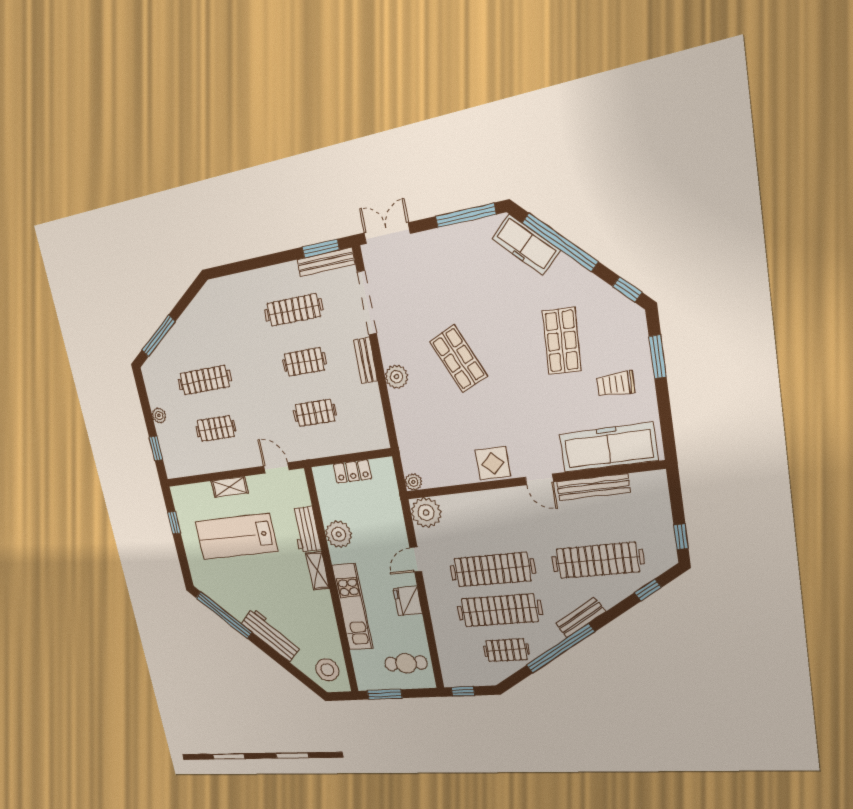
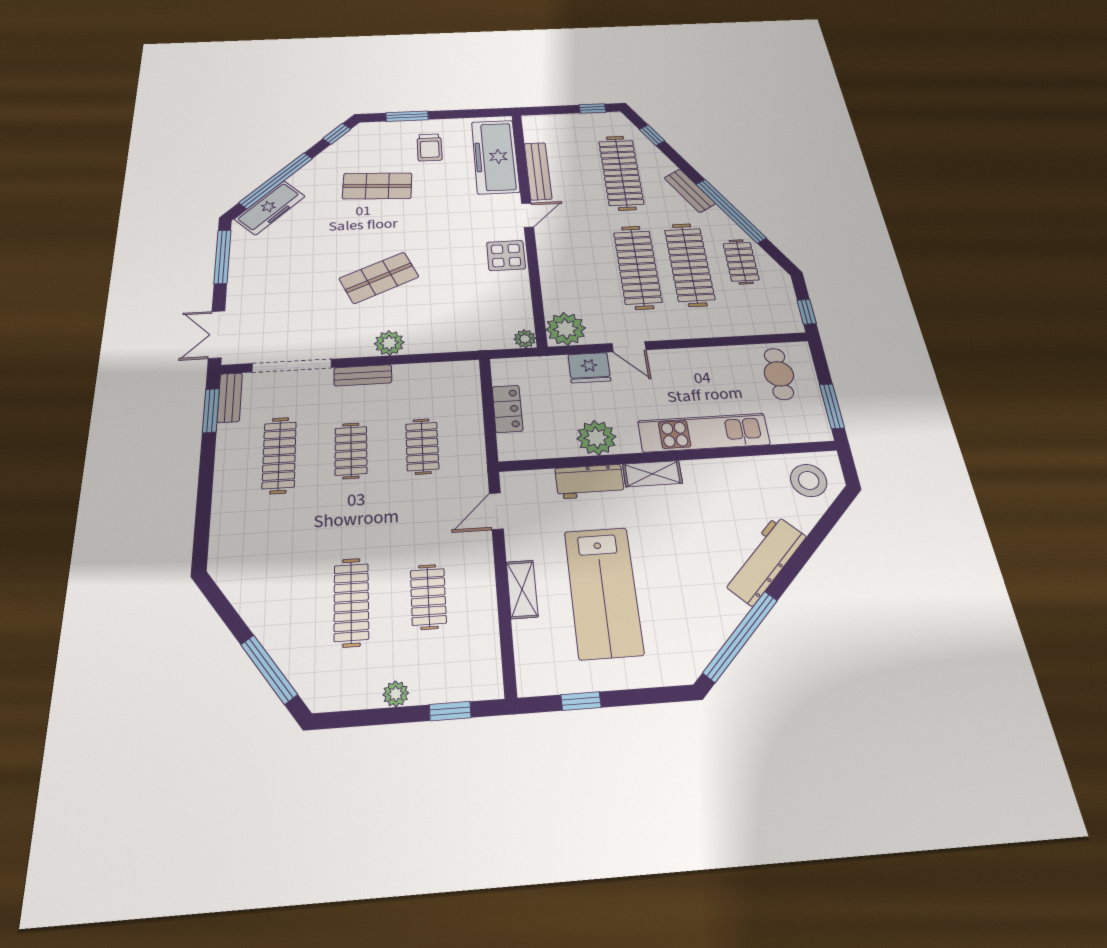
bench: (326, 262) -> (230, 398), width x0.73
fridge: (408, 601) -> (589, 368), moved

